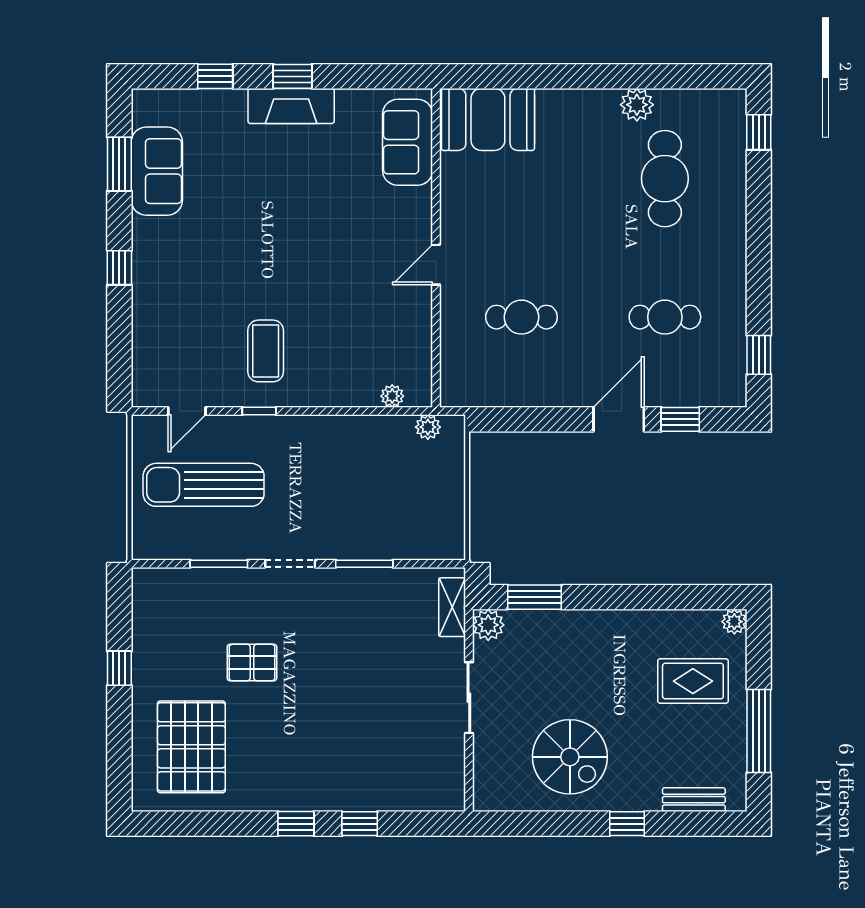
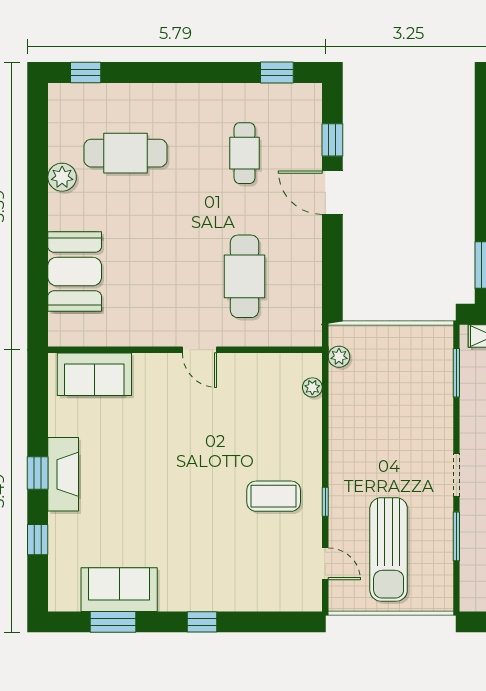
booth: (488, 119) -> (75, 272), moved
cafe table: (521, 317) -> (244, 276), width x1.37, depth x1.35
window: (364, 564) -> (456, 373), moved

